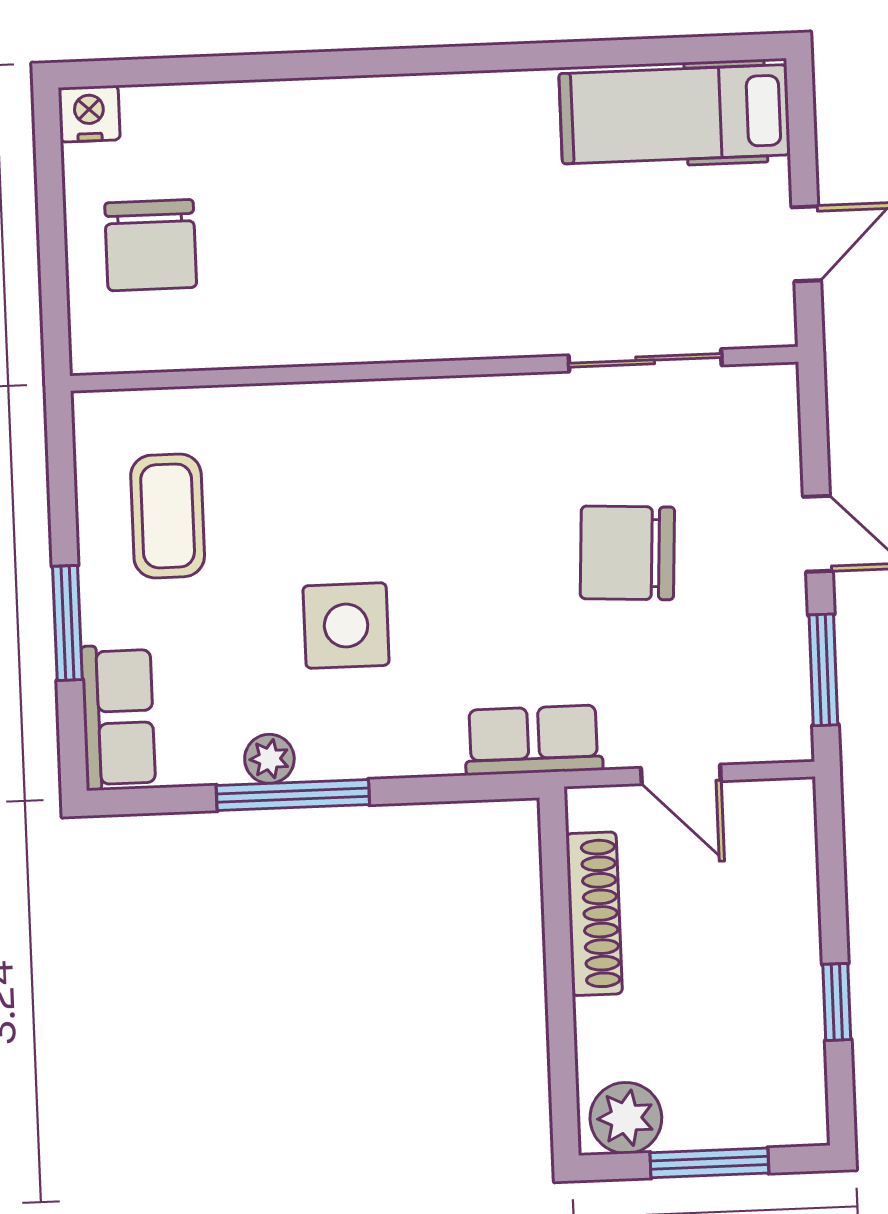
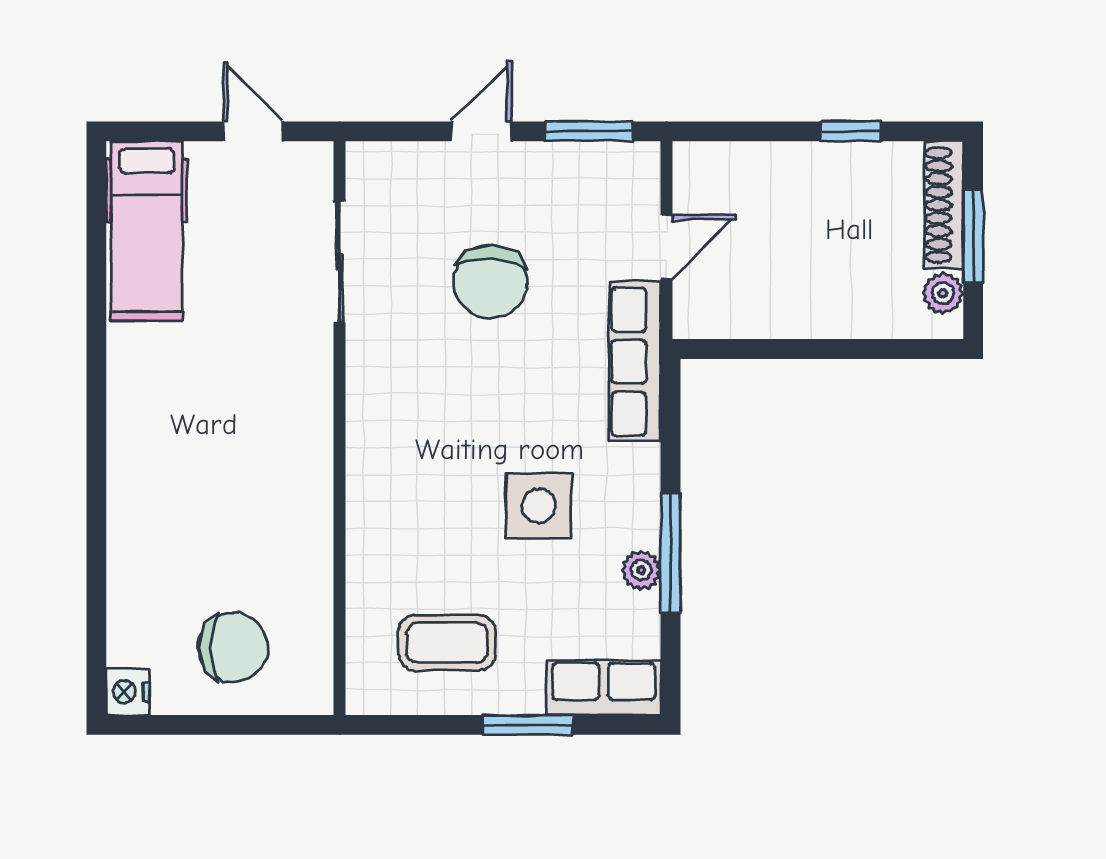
row of seats: (533, 740) -> (635, 362), width x1.48
shoe rack: (594, 914) -> (944, 205), moved, turned -90
plant: (626, 1118) -> (943, 293), width x0.73, depth x0.73

